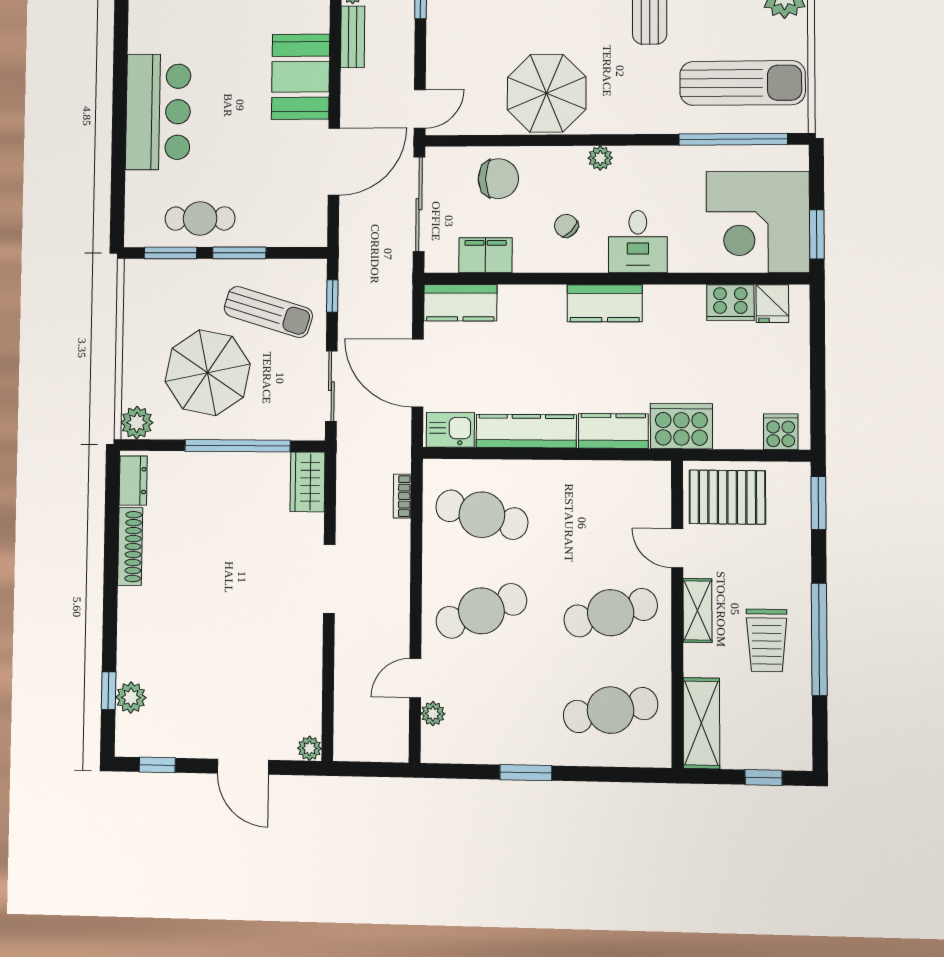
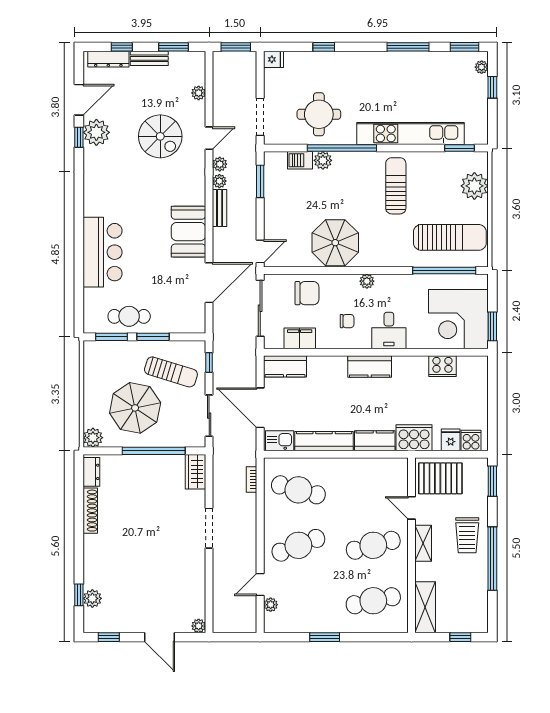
chair: (566, 226) -> (347, 321), turned 136
fridge: (772, 304) -> (451, 440), moved, turned 180
trolley: (767, 640) -> (467, 535), moved

